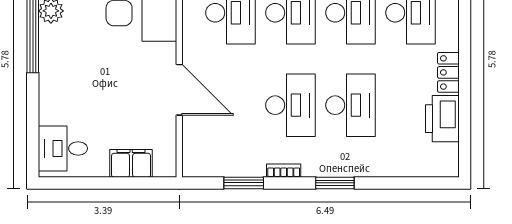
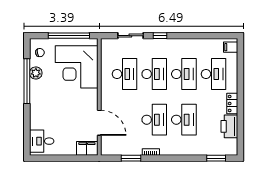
door: (179, 90) -> (99, 123), moved
filing cabinet: (131, 163) -> (87, 148), moved
window: (335, 183) -> (216, 158), moved

